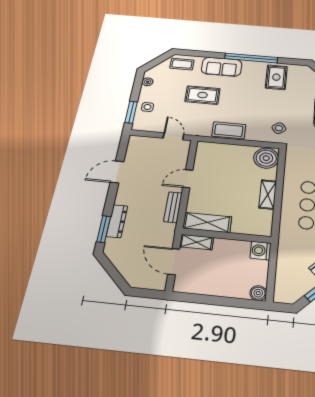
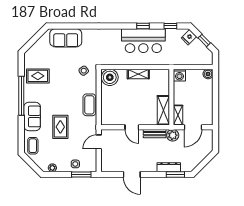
plant: (166, 231) -> (173, 135), added

